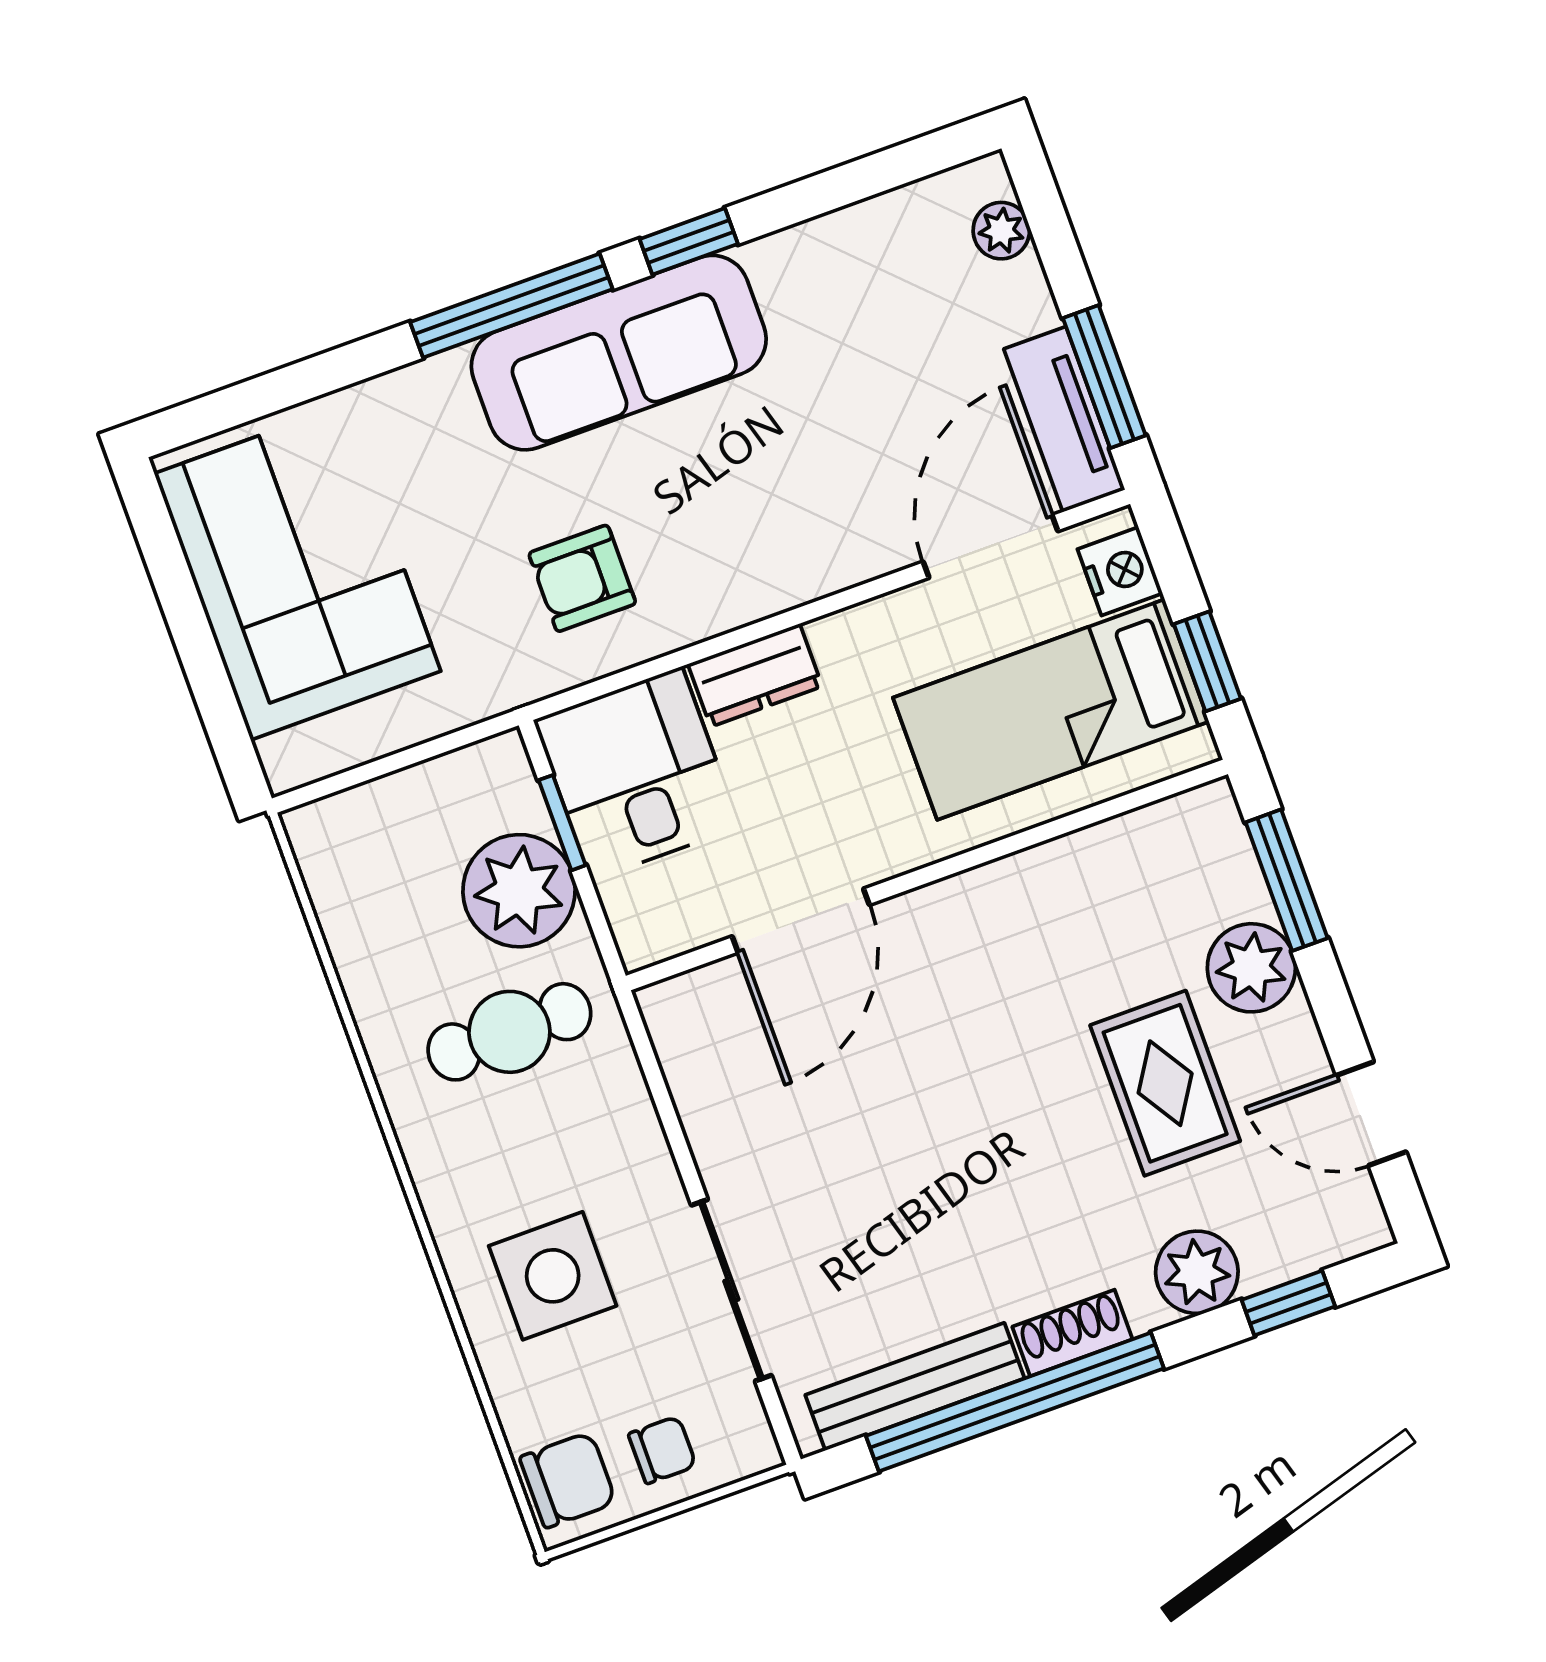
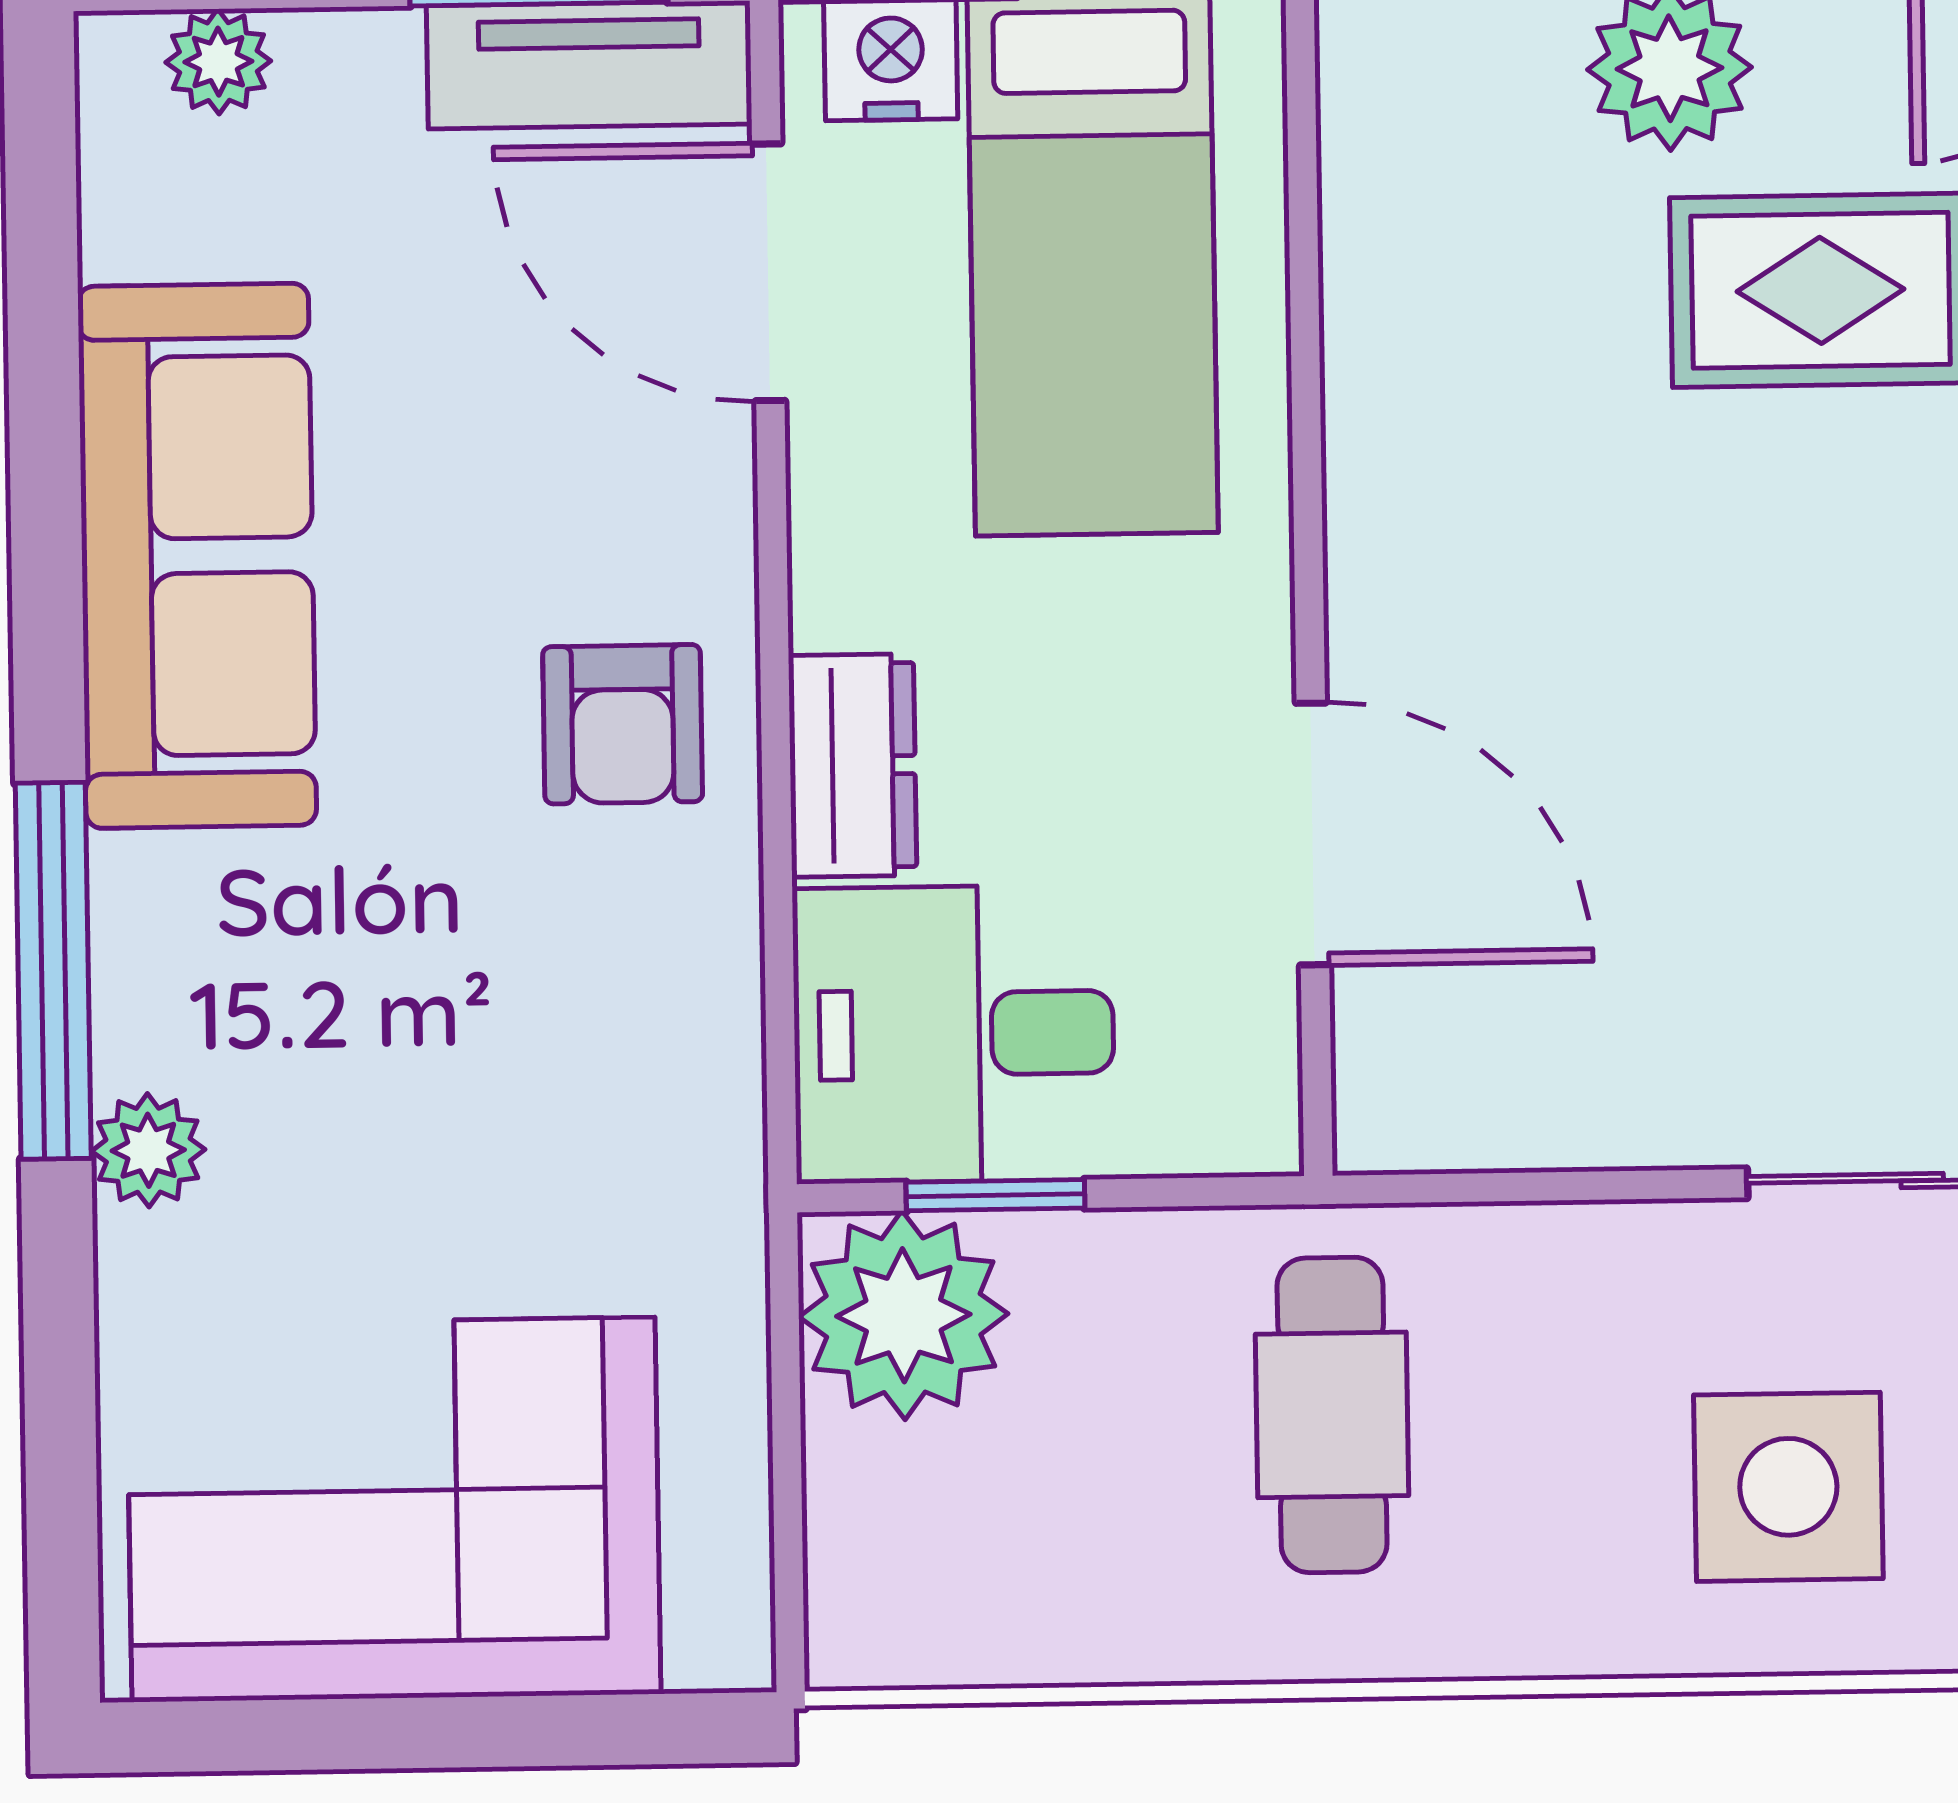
window: (689, 241) -> (48, 619), removed
sofa: (619, 353) -> (197, 556), moved
plant: (437, 385) -> (148, 1150), added
armchair: (582, 578) -> (623, 724), moved
plant: (519, 891) -> (903, 1315), moved

